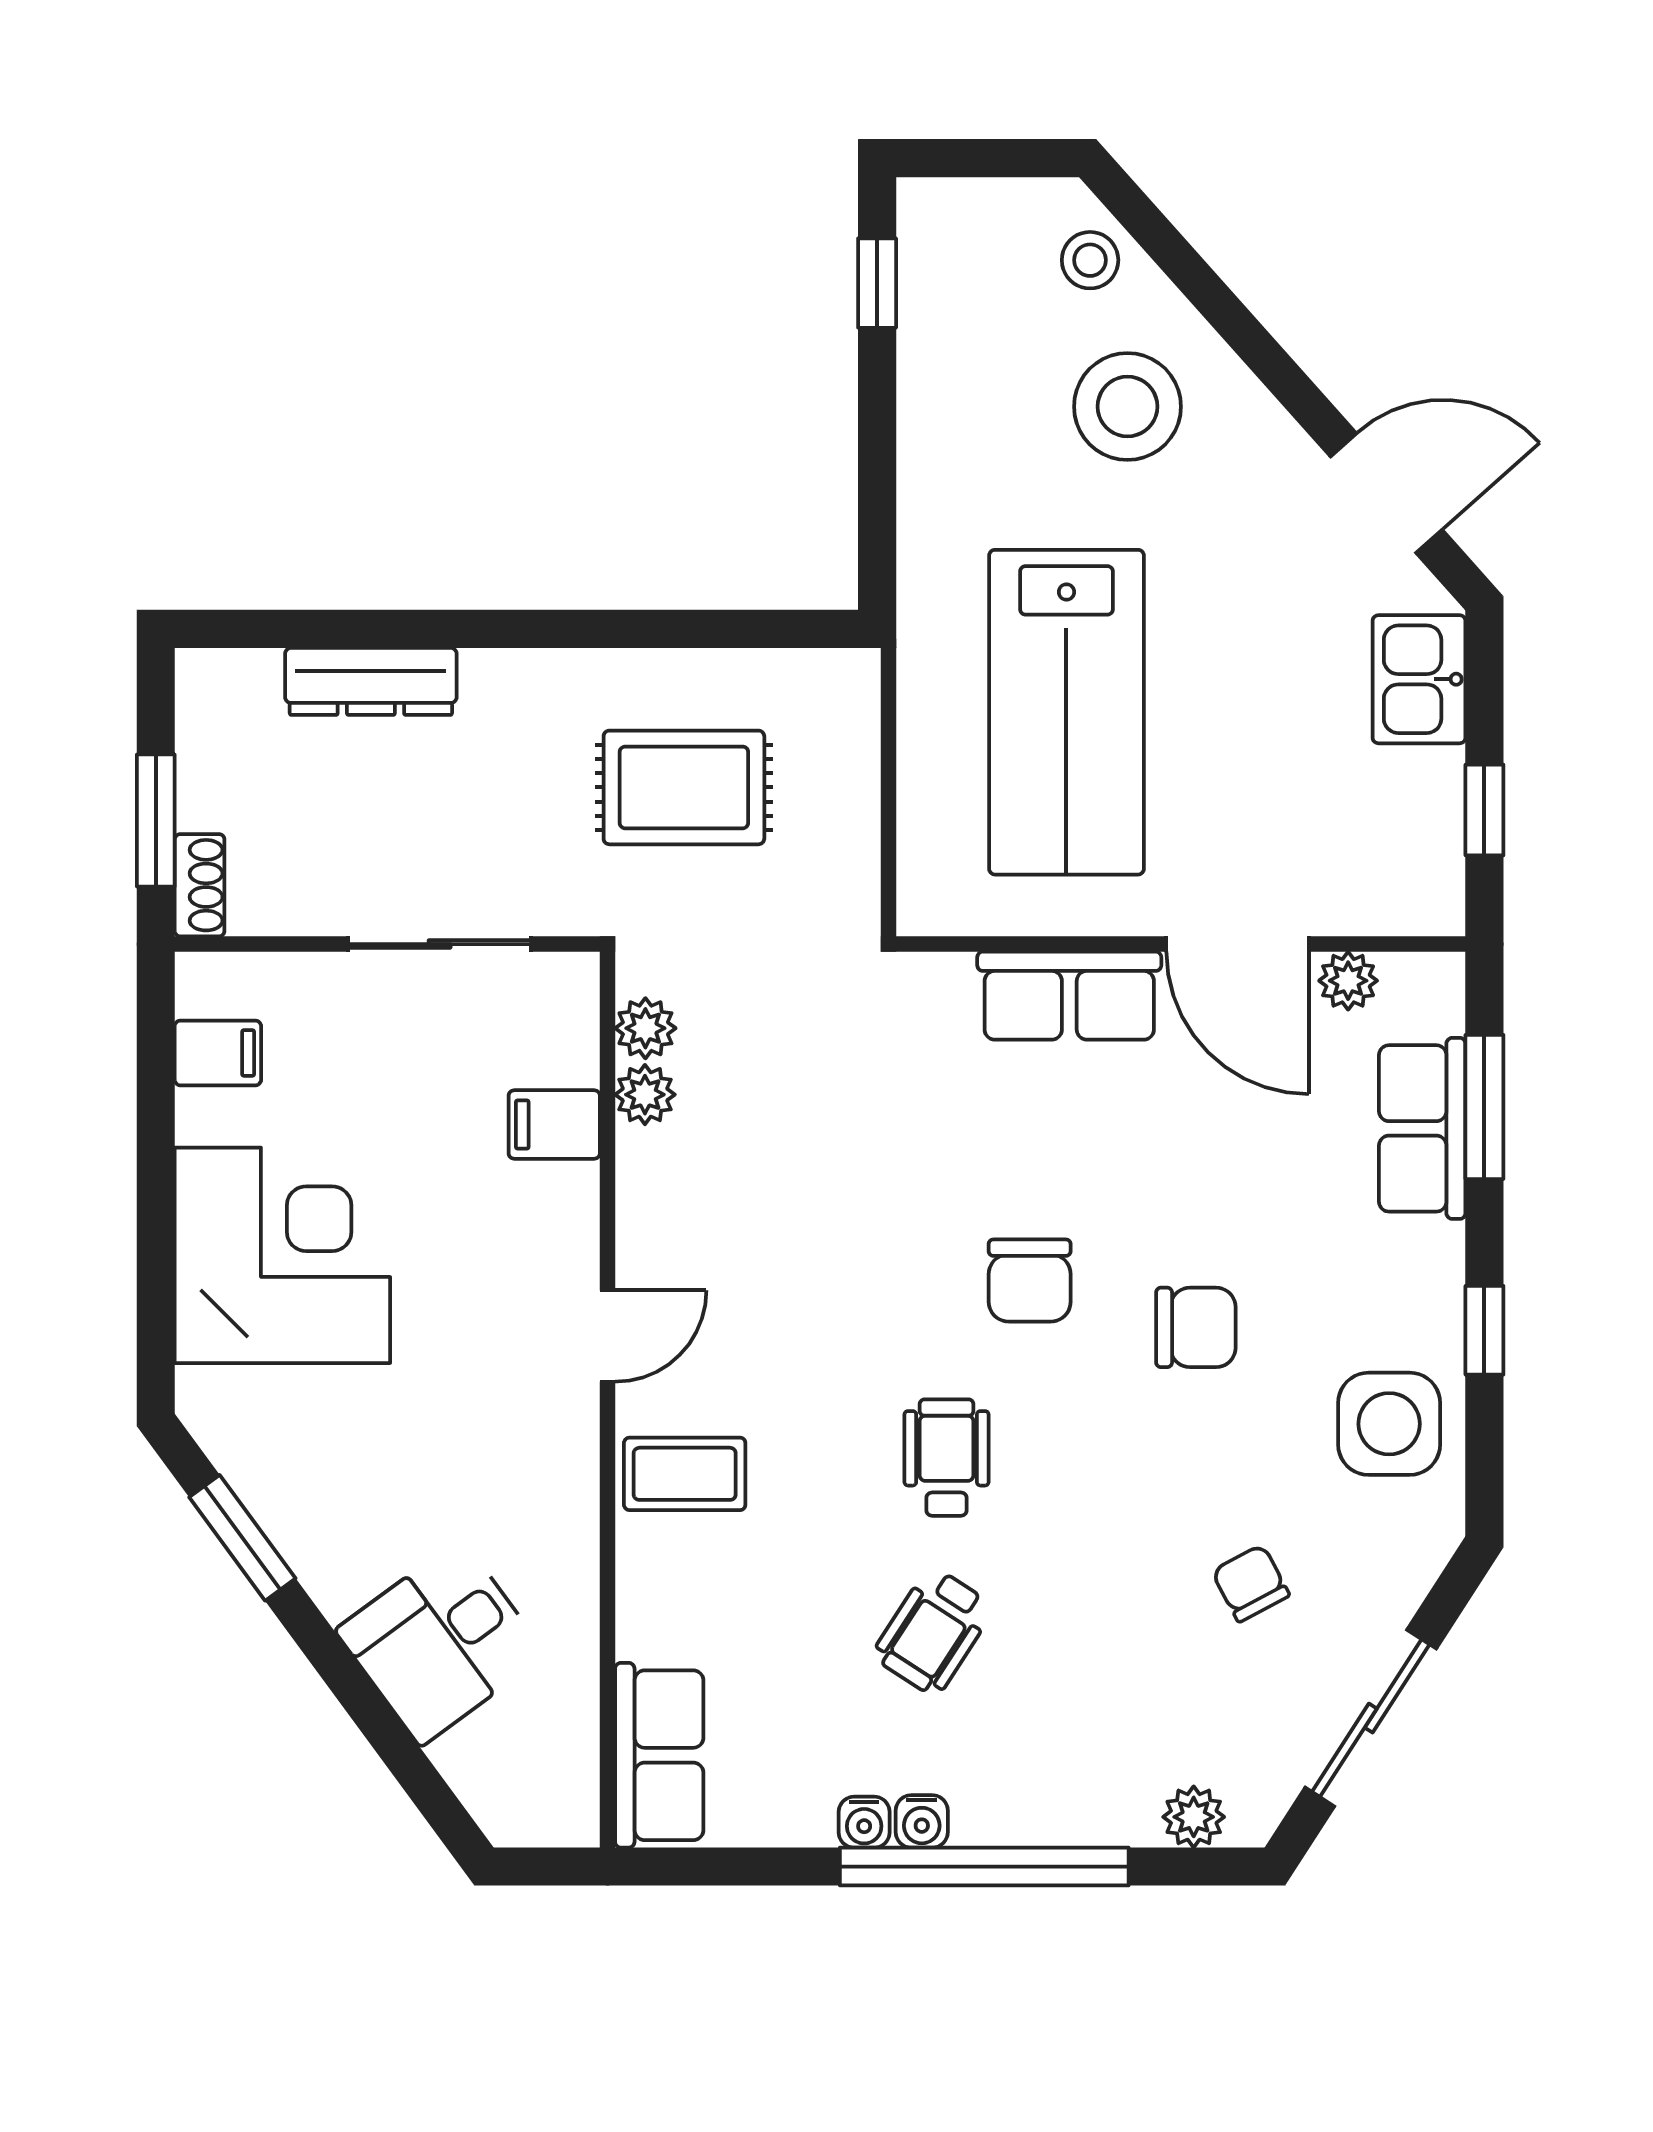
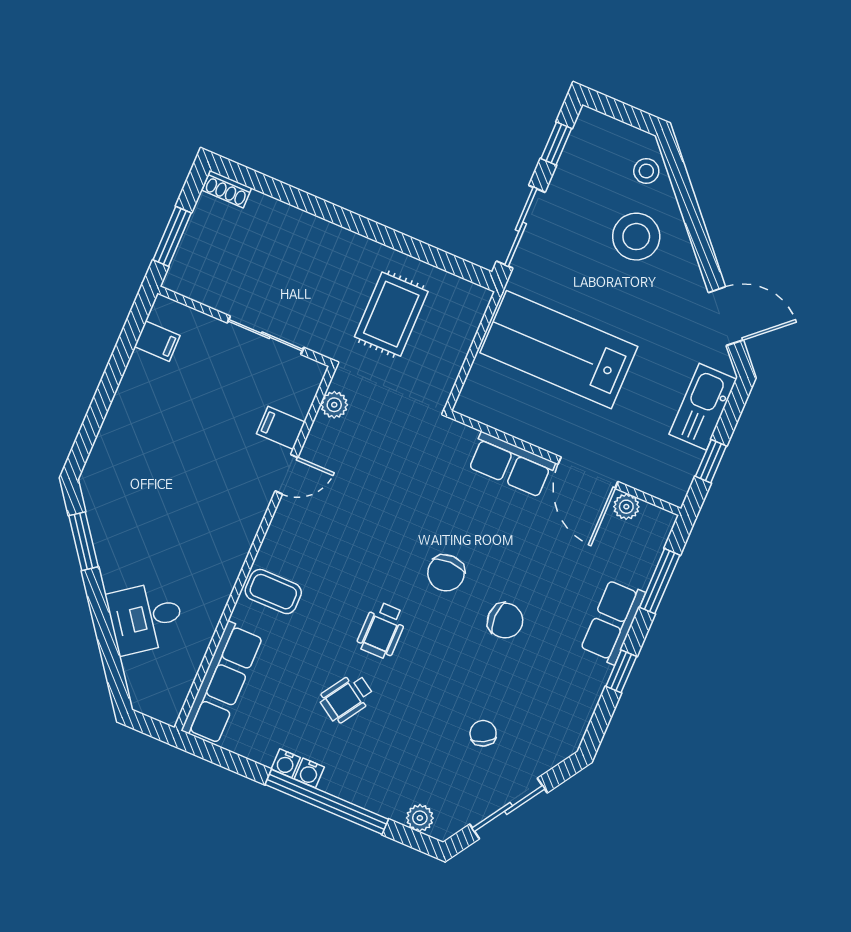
sliding door: (877, 489) -> (521, 227), added
kitchen sink: (1419, 679) -> (703, 407), width x1.38
dresser: (371, 681) -> (283, 217), removed
lab bench: (1066, 712) -> (559, 350), turned 90
rug: (684, 787) -> (391, 314), turned 90
shoe rack: (200, 885) -> (227, 189), moved, turned 90
plant: (645, 1095) -> (323, 431), removed
row of seats: (1422, 1128) -> (613, 622), moved
corner desk: (282, 1255) -> (148, 434), removed
door: (607, 1336) -> (286, 474), moved
side table: (1389, 1424) -> (567, 693), removed
wheelchair: (947, 1458) -> (382, 630), turned 180
row of seats: (659, 1755) -> (222, 683), width x1.48

